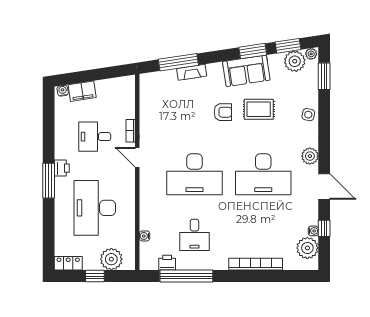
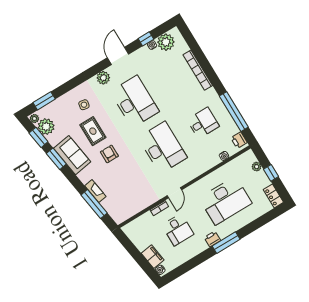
side table: (308, 115) -> (84, 105), moved
plant: (111, 259) -> (257, 167), width x0.53, depth x0.53
printer: (167, 263) -> (239, 140), moved

